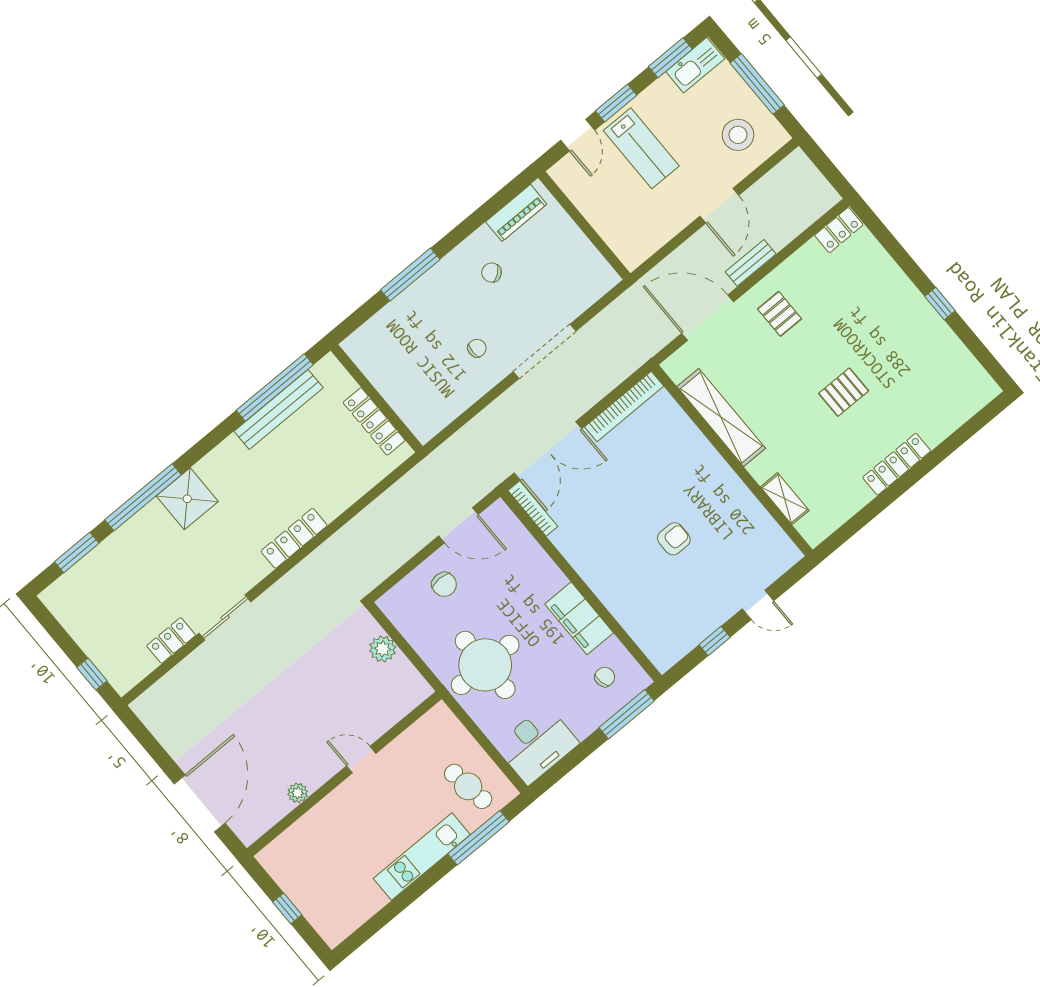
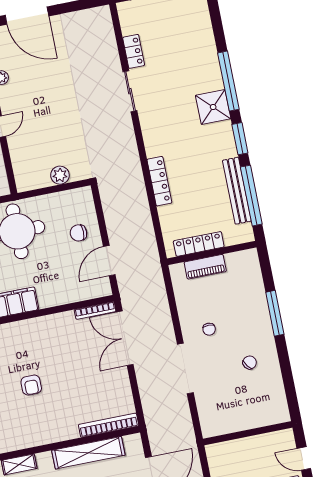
piano: (516, 213) -> (205, 267), moved, turned -90
bookcase: (624, 406) -> (109, 425), moved, turned 90
locker: (294, 538) -> (159, 181), moved
window: (77, 553) -> (240, 139), moved

